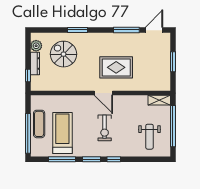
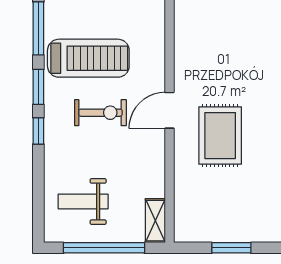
spiral stairs: (64, 54) -> (246, 31), removed
exercise bike: (105, 128) -> (100, 113), turned 180
treadmill: (62, 133) -> (88, 58), moved

